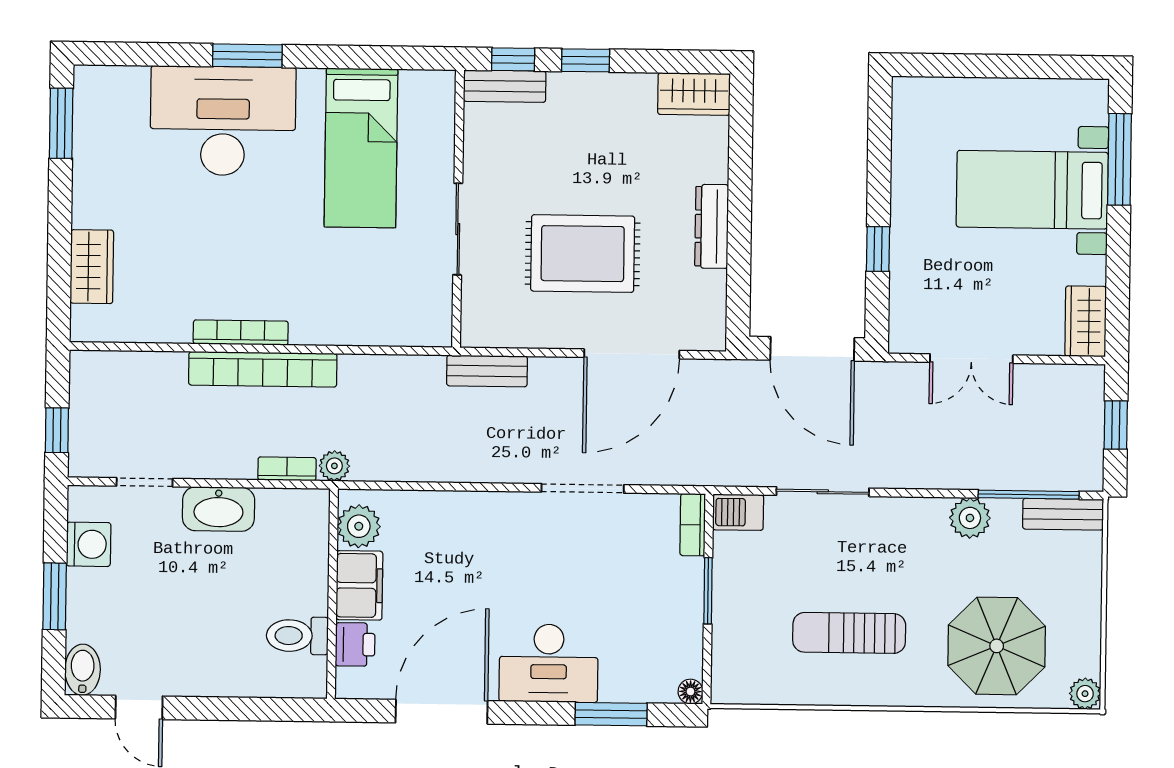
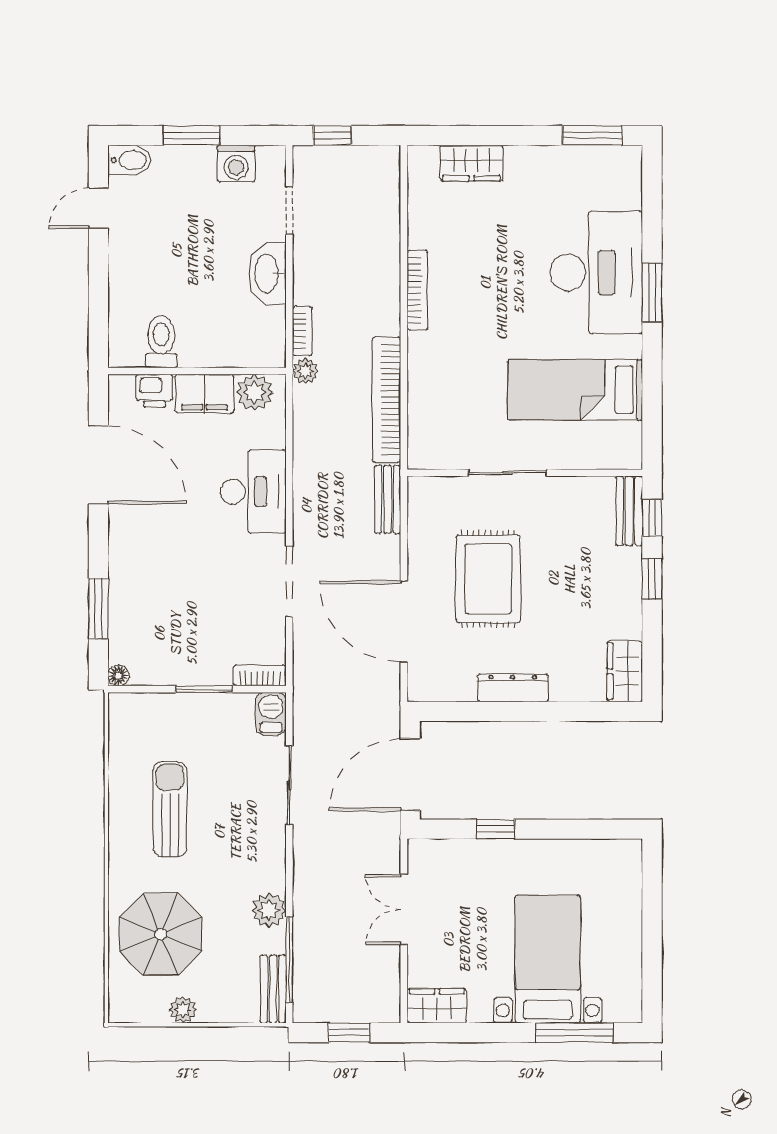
bookcase: (263, 369) -> (386, 400), moved
desk: (549, 663) -> (253, 492), moved, turned 180
plant: (1085, 694) -> (183, 1010), moved

